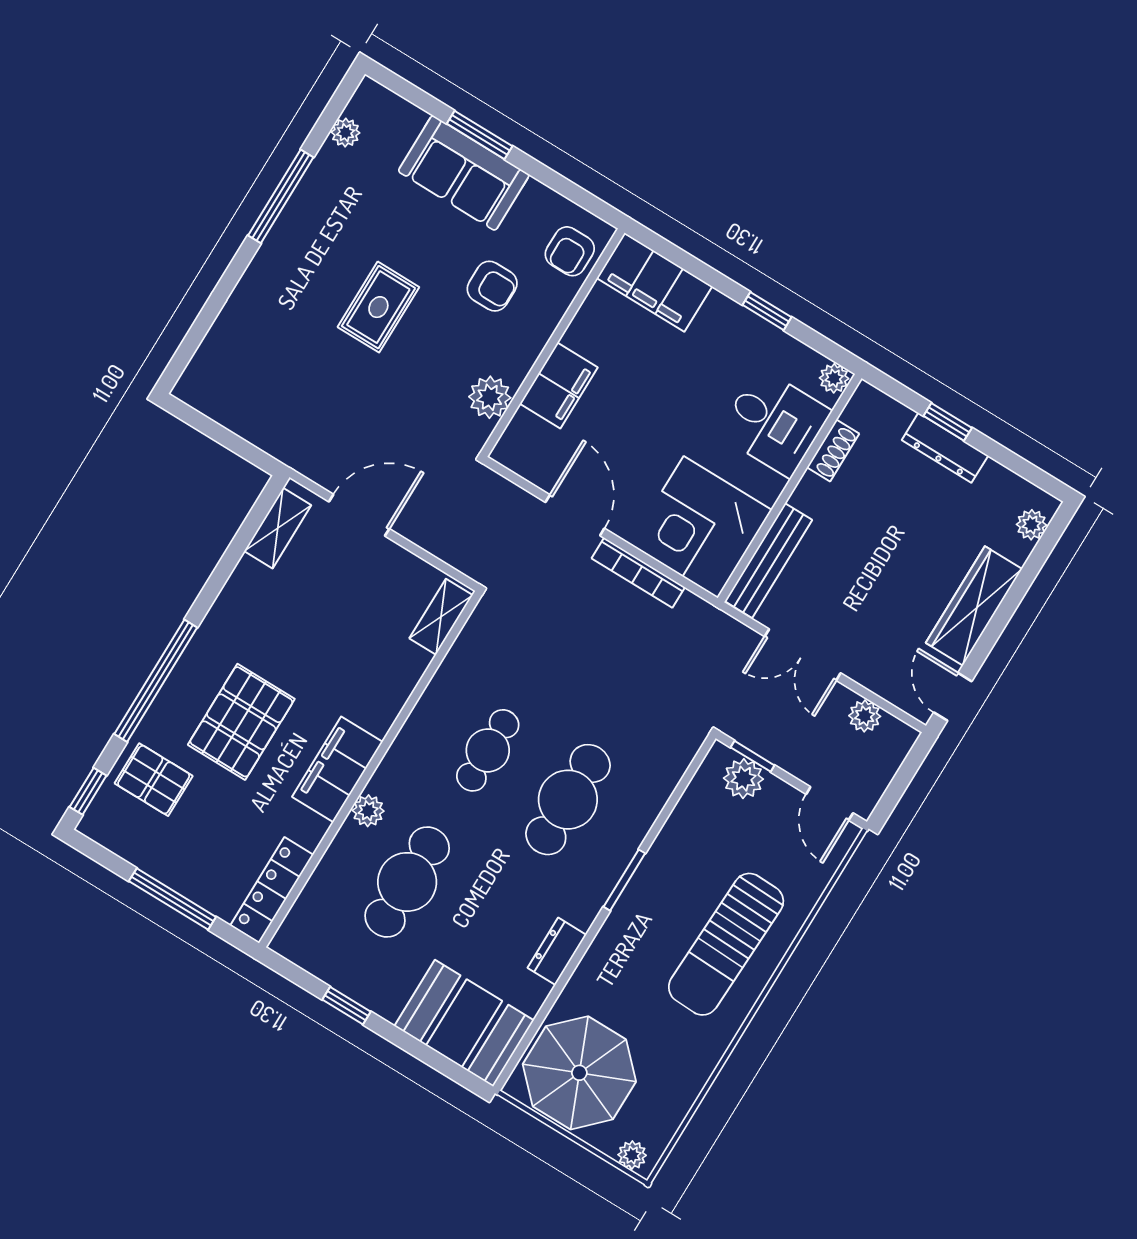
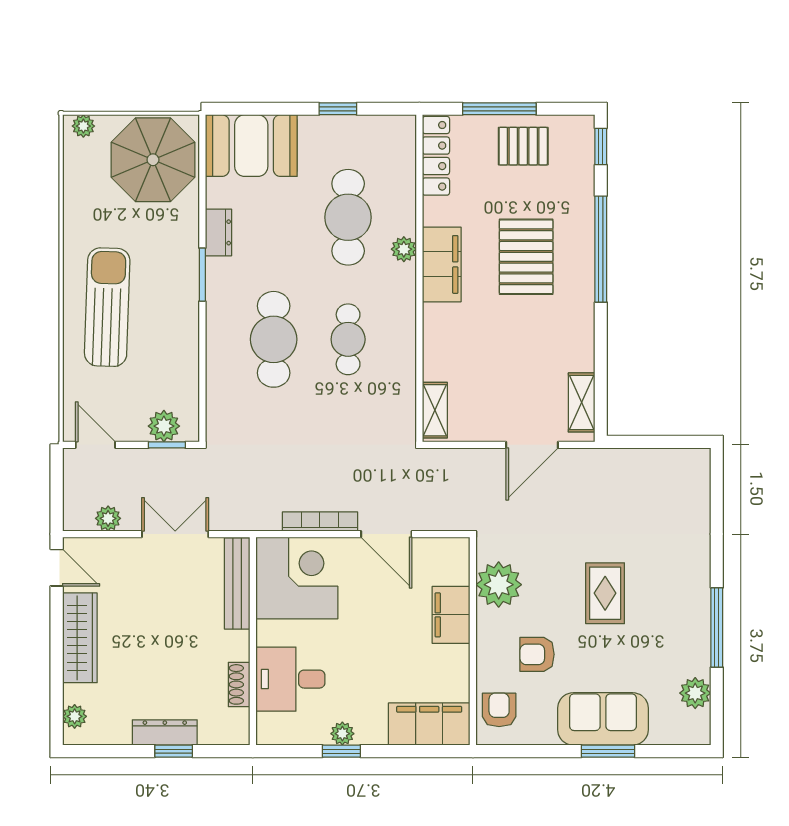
plant: (345, 133) -> (695, 693), width x1.38, depth x1.38
plant: (834, 378) -> (342, 734), moved
plant: (490, 397) -> (499, 585), width x1.36, depth x1.36
pallet: (154, 780) -> (523, 146), moved
window: (624, 880) -> (202, 275), moved

